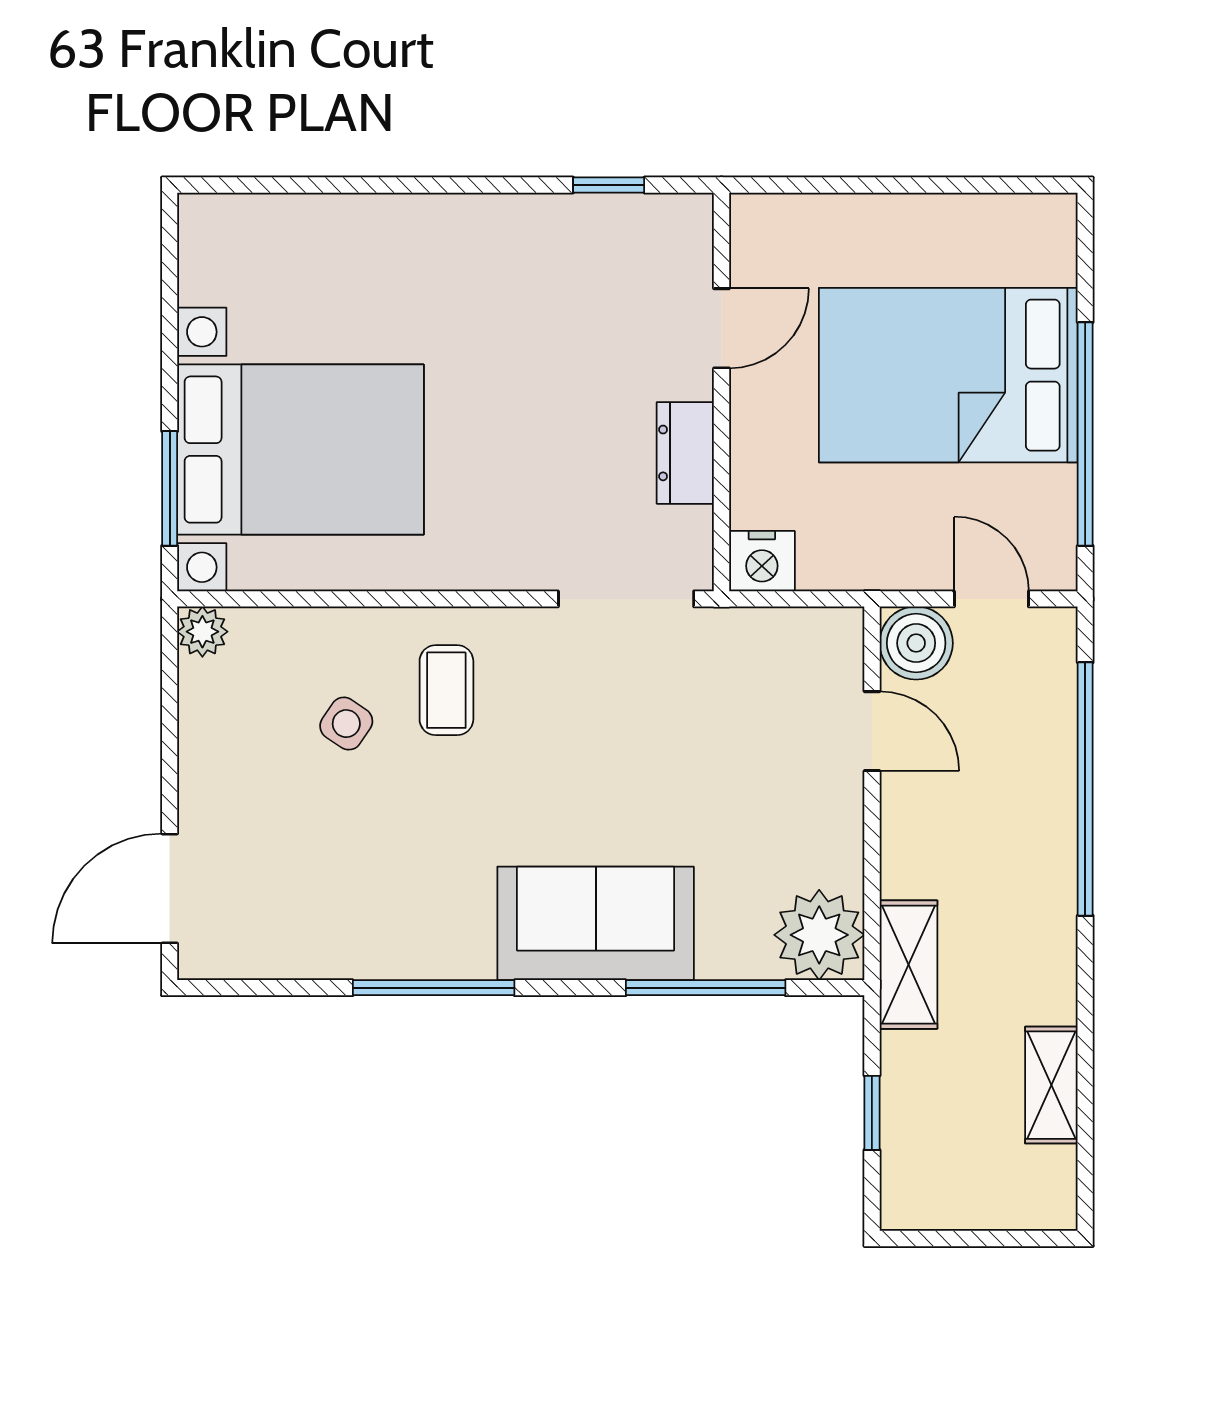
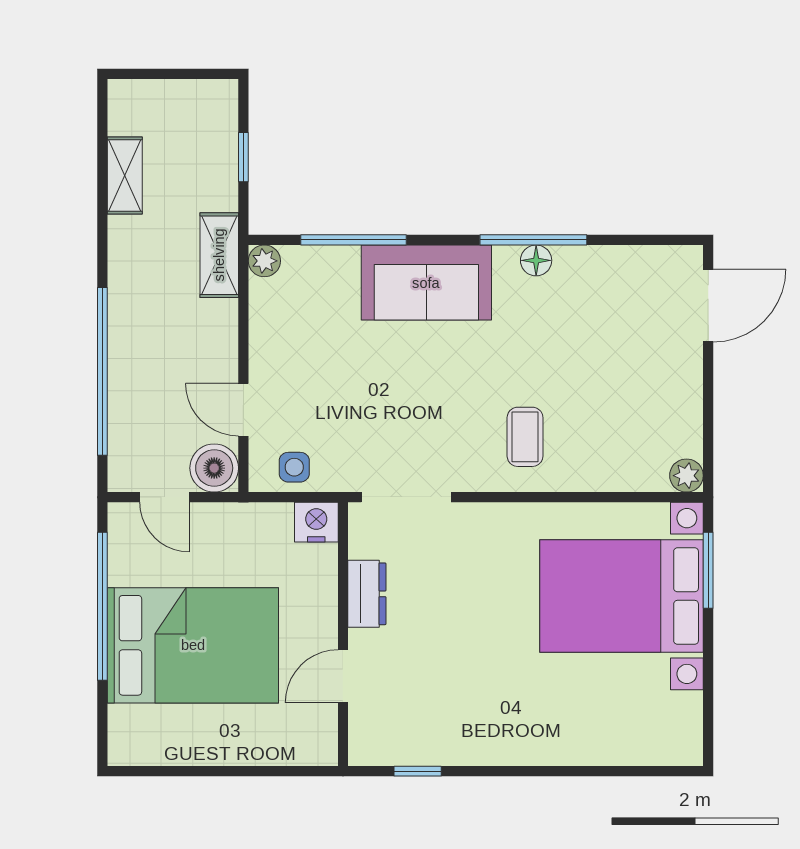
side table: (346, 724) -> (294, 467), moved, turned -34
plant: (819, 935) -> (264, 261), width x0.53, depth x0.53
floor lamp: (430, 957) -> (536, 260), added

